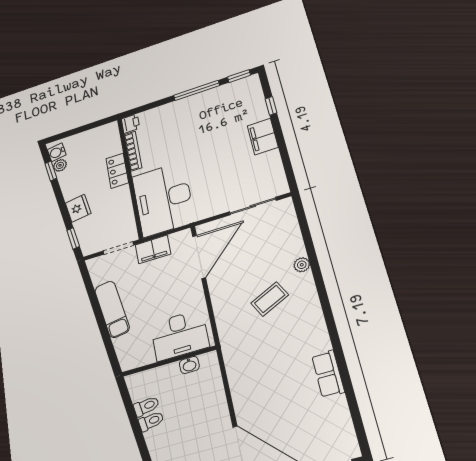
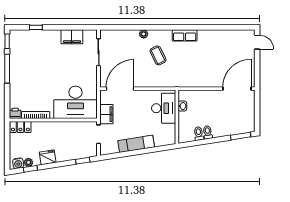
filing cabinet: (263, 137) -> (72, 37), moved
locker: (117, 171) -> (20, 127), moved
fridge: (78, 208) -> (48, 157), moved
door: (199, 257) -> (120, 89), hinge flipped
row of seats: (328, 374) -> (185, 35), moved

